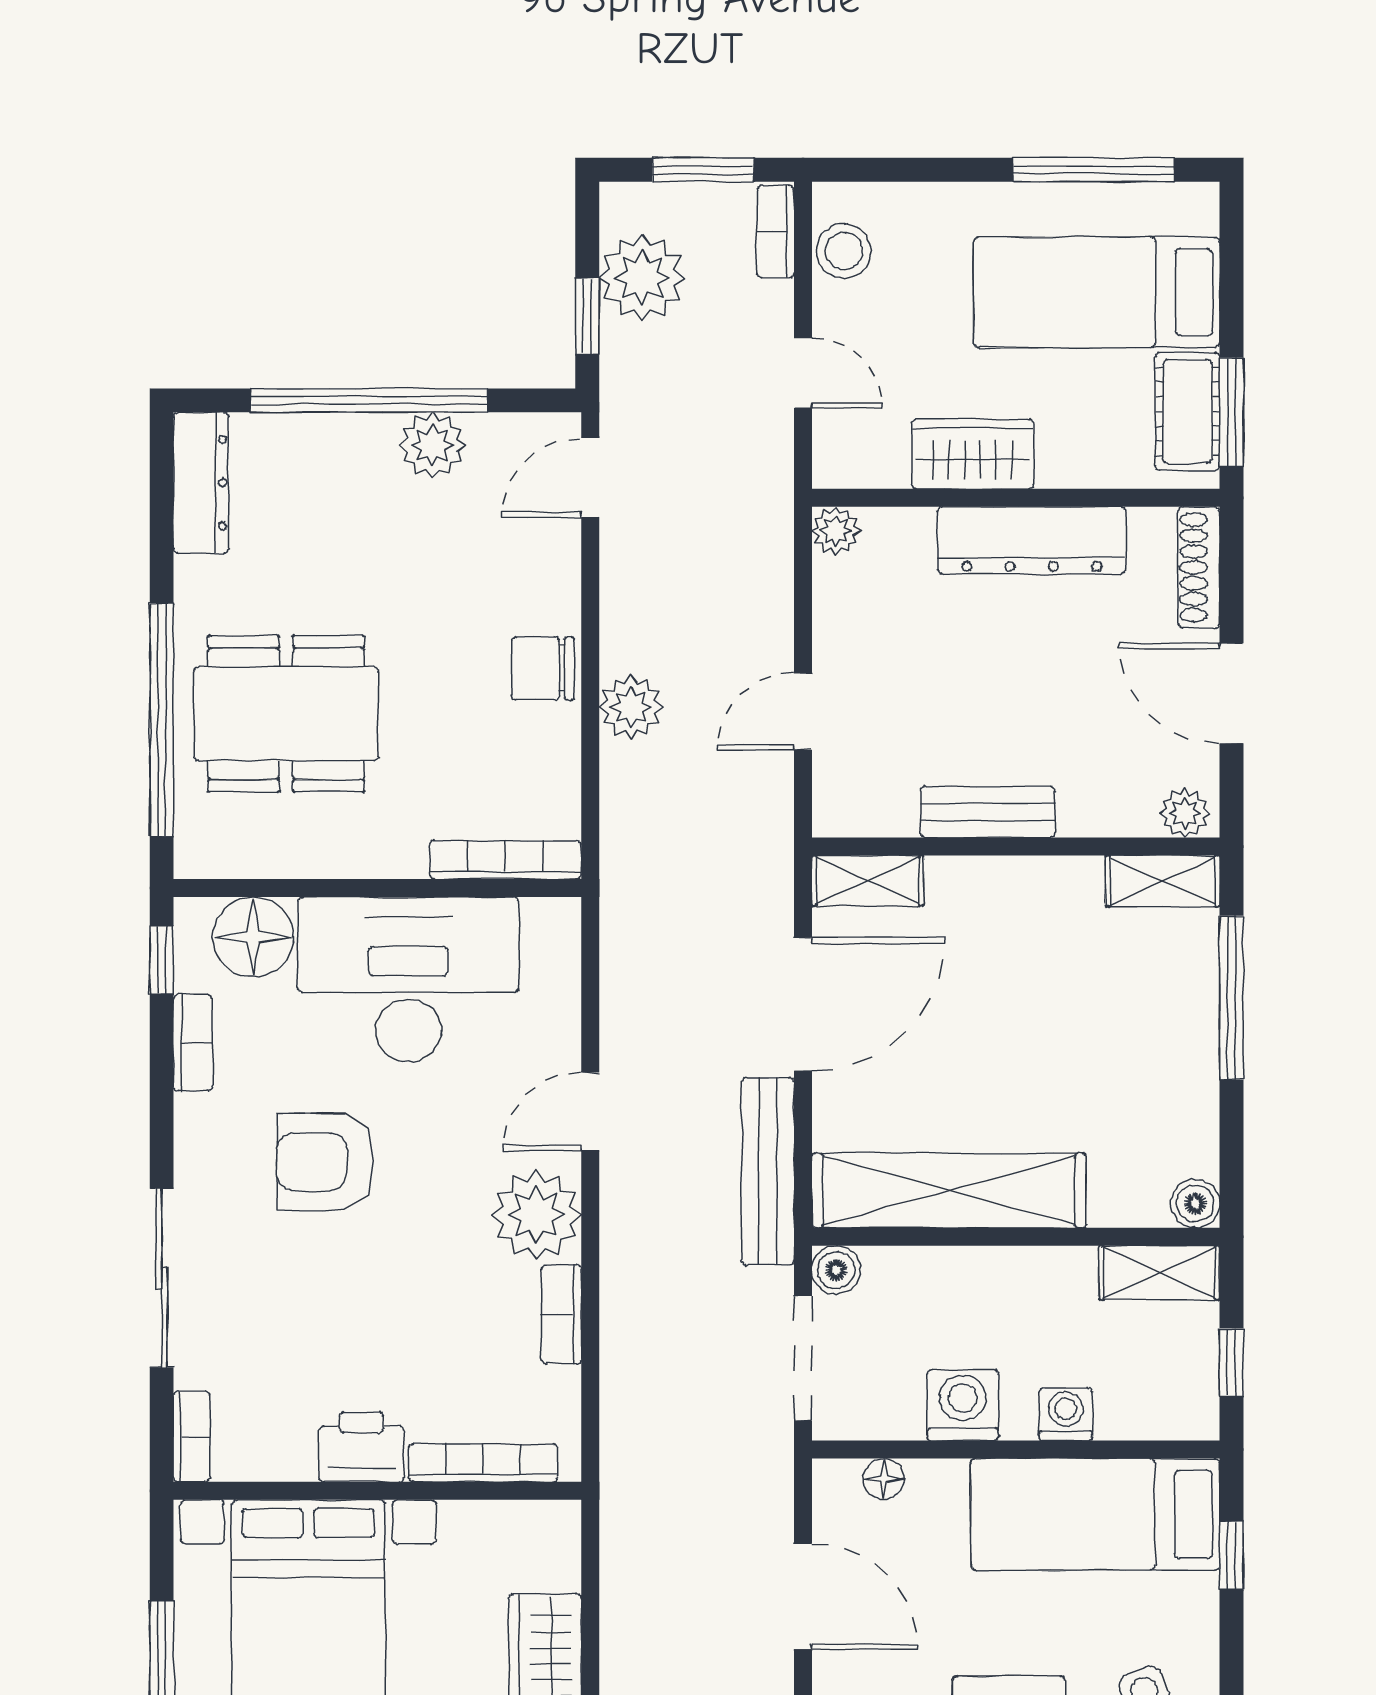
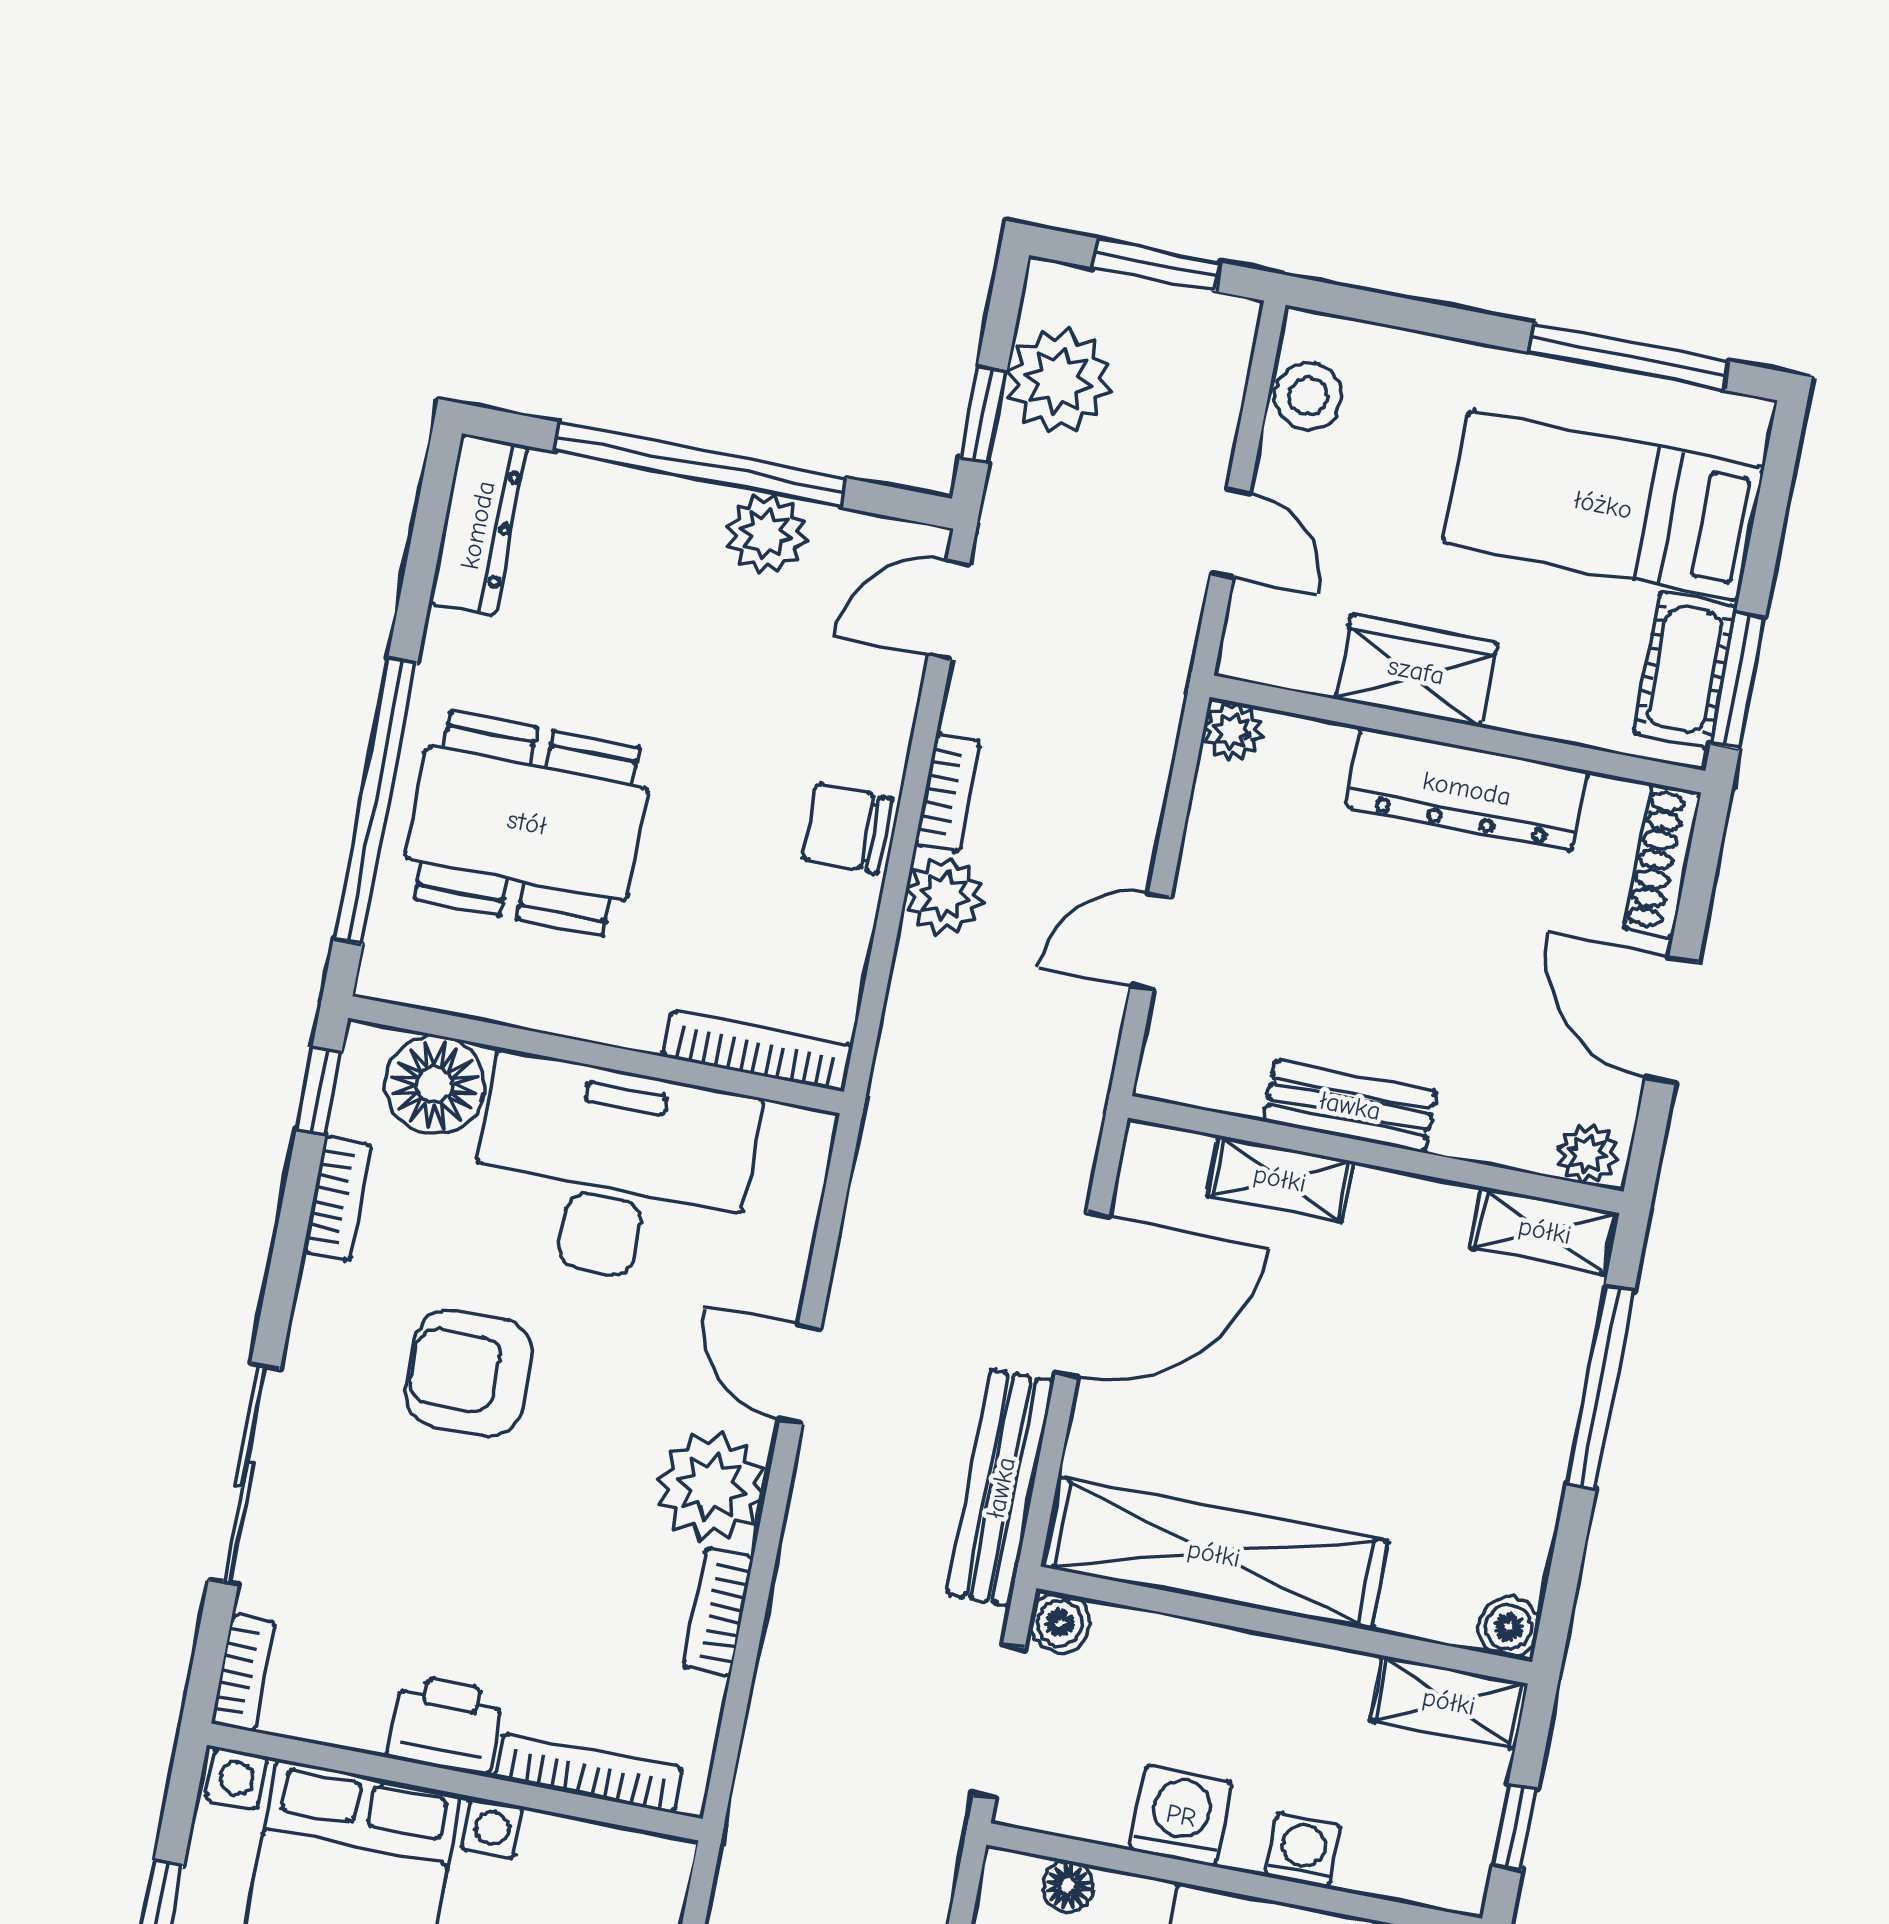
bookcase: (776, 232) -> (948, 793), moved, turned 180
shelving: (868, 881) -> (1280, 1179), moved
door: (590, 1112) -> (800, 1374), hinge flipped

